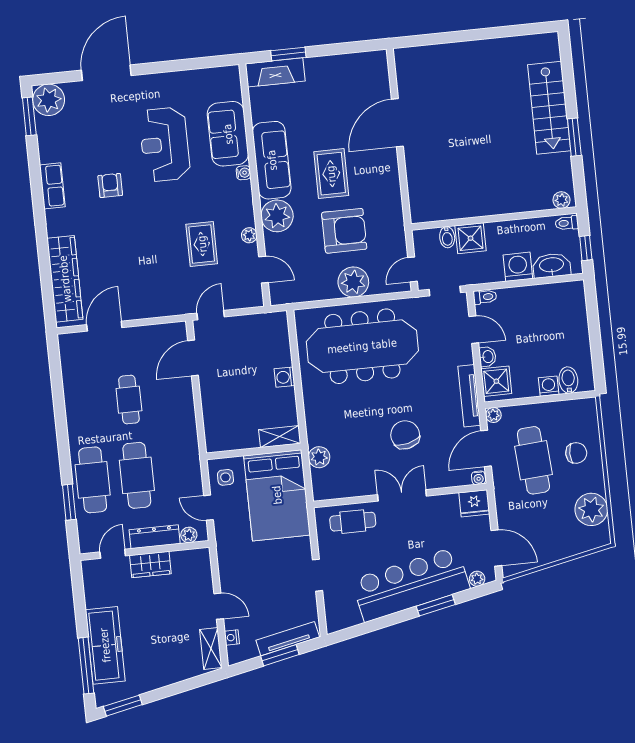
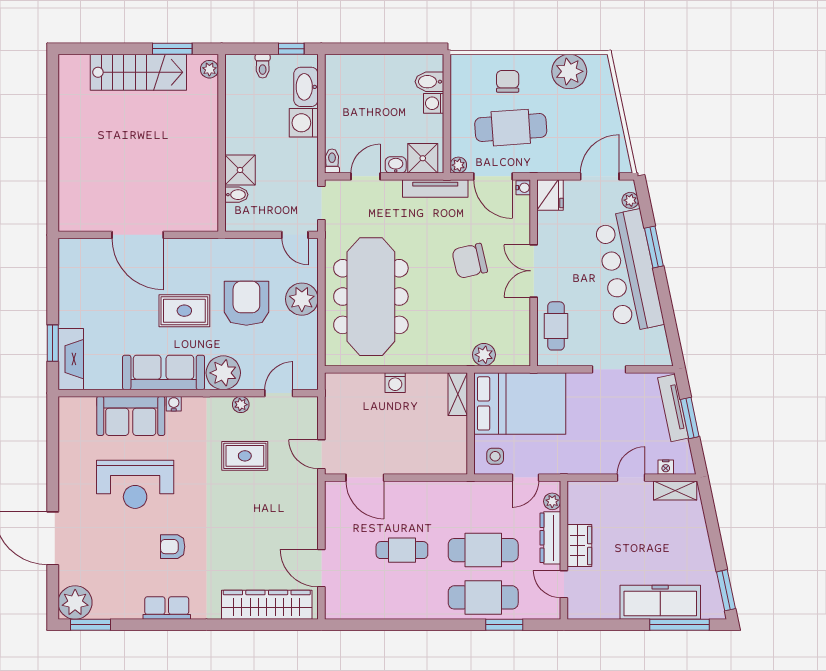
plant: (561, 200) -> (209, 69), moved
wall: (494, 218) -> (222, 143), moved
bidet: (447, 237) -> (236, 195), moved
shower: (470, 238) -> (240, 170), moved

